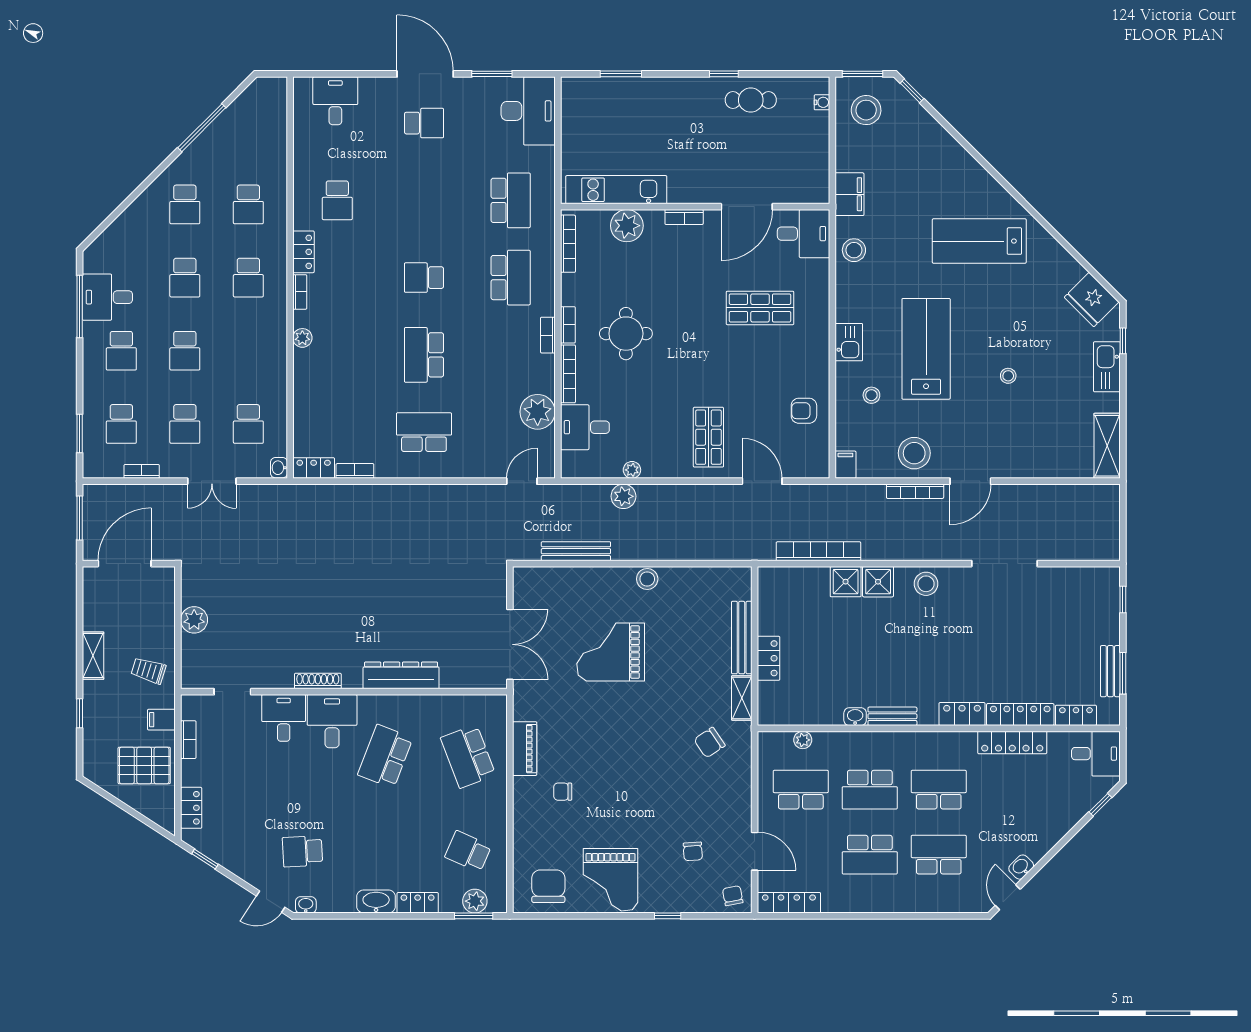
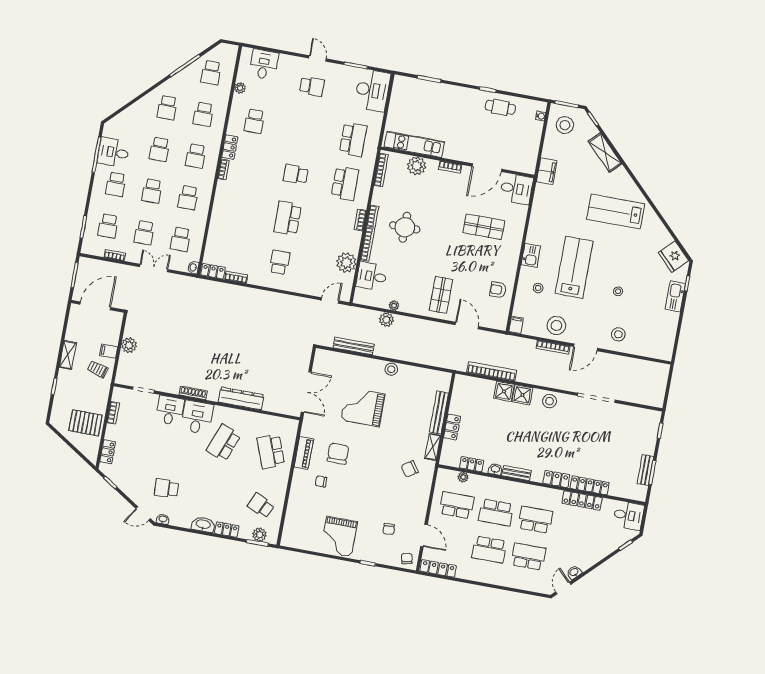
door: (425, 74) -> (318, 58), width x0.53
school desk: (248, 131) -> (211, 73), added
stool: (854, 250) -> (618, 334), moved
plant: (302, 338) -> (240, 88), moved
school desk: (248, 351) -> (188, 198), added
school desk: (424, 432) -> (280, 262), width x0.54
shelving: (1107, 446) -> (605, 153), moved, turned -45
double door: (212, 481) -> (154, 268), swing flipped
locker: (1076, 715) -> (472, 464), moved
filing cabinet: (161, 720) -> (109, 351), moved
chair: (548, 886) -> (338, 454), moved

